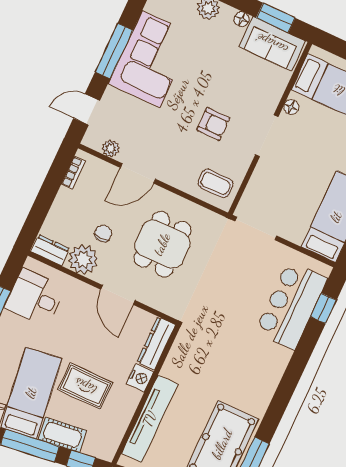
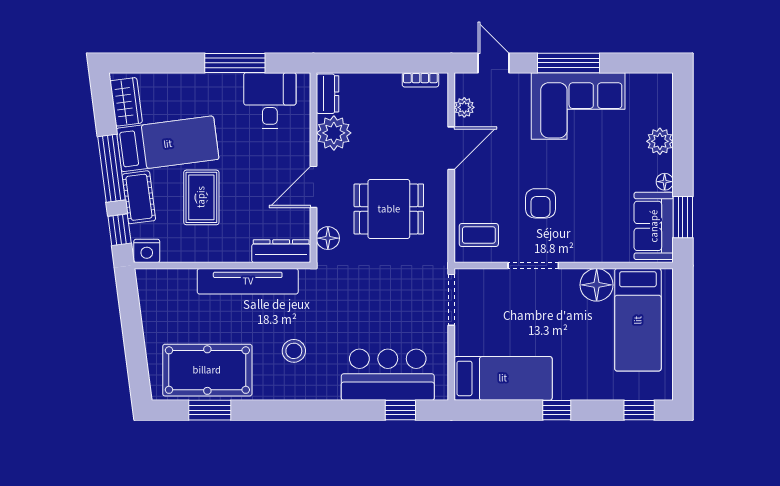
floor lamp: (291, 107) -> (597, 285), width x1.89, depth x1.89
doorway: (267, 136) -> (533, 266), moved
door: (138, 173) -> (451, 148), swing flipped
coffee table: (216, 183) -> (479, 235), turned 90
chair: (103, 233) -> (371, 141), removed
floor lamp: (163, 302) -> (328, 238), added
stool: (239, 370) -> (294, 351), added
nightstand: (140, 378) -> (147, 251), moved
tv unit: (150, 419) -> (248, 281), moved

